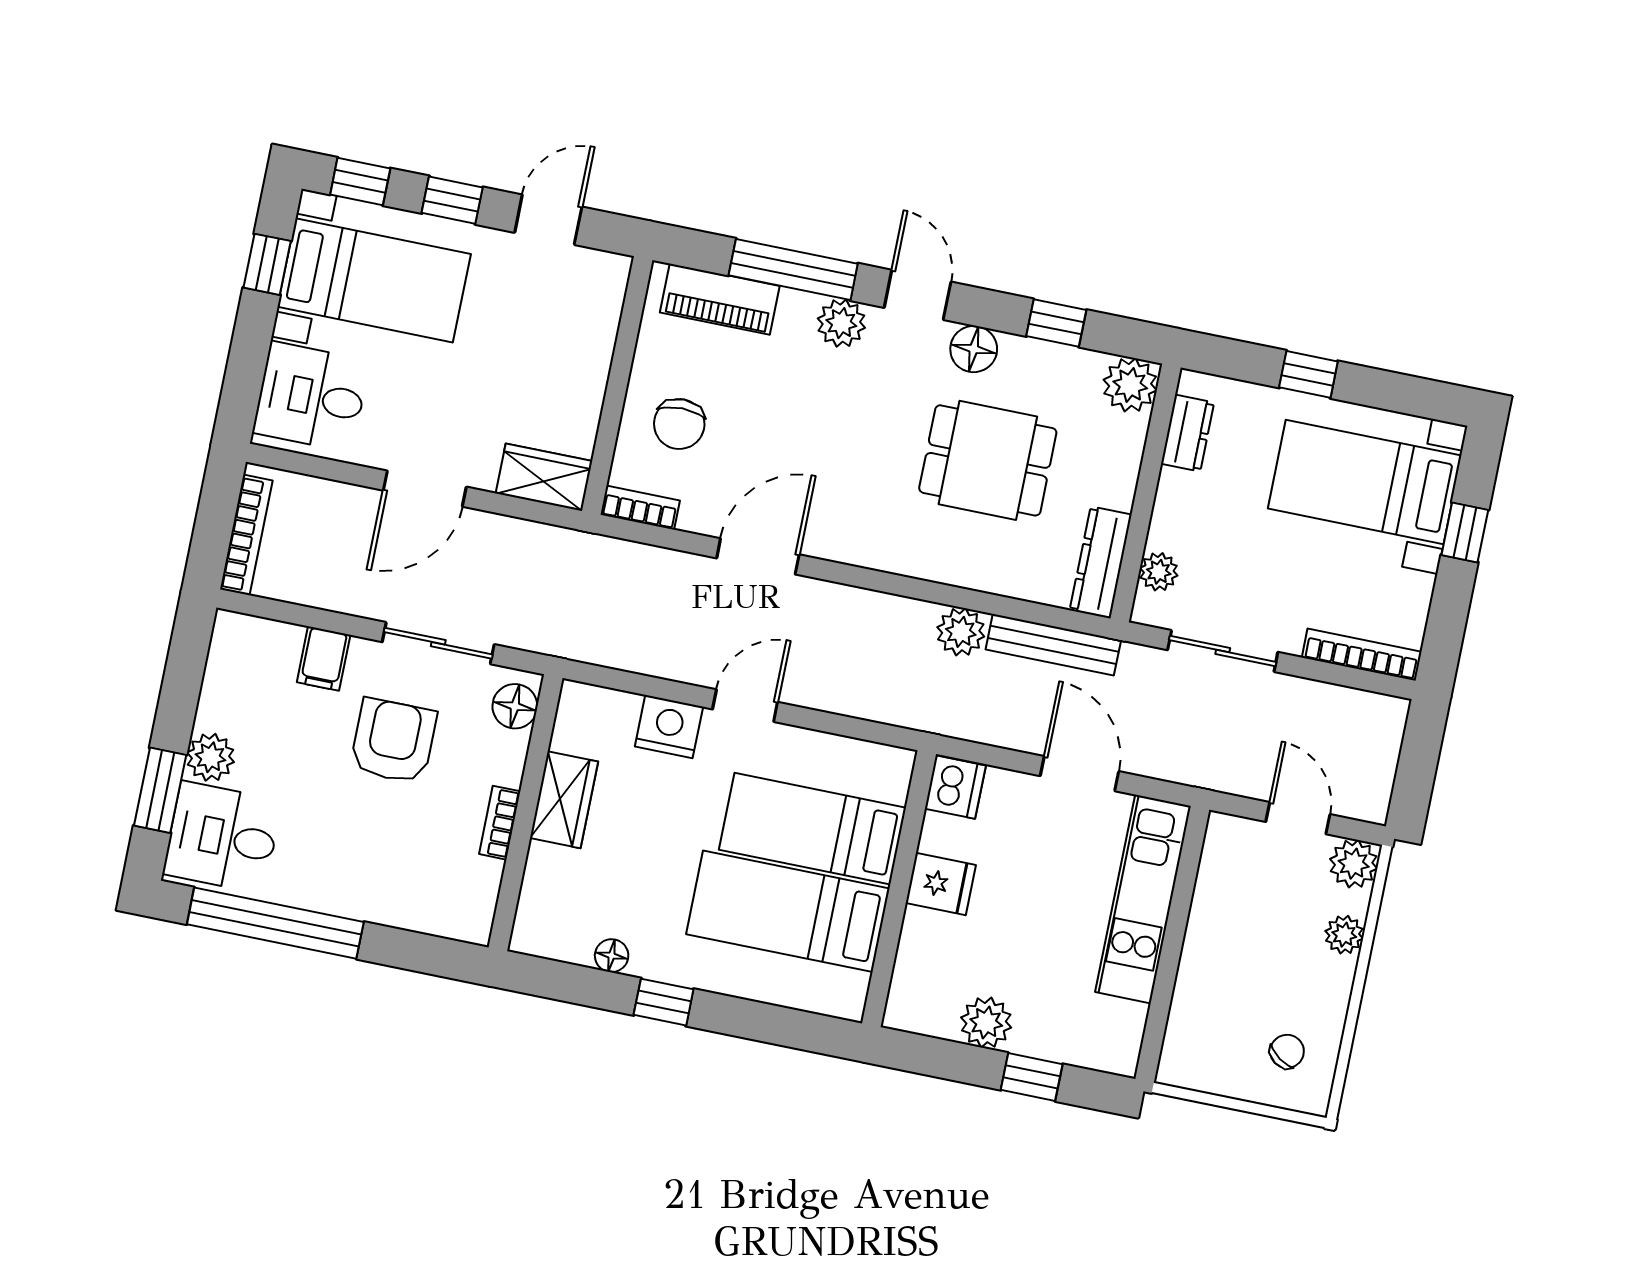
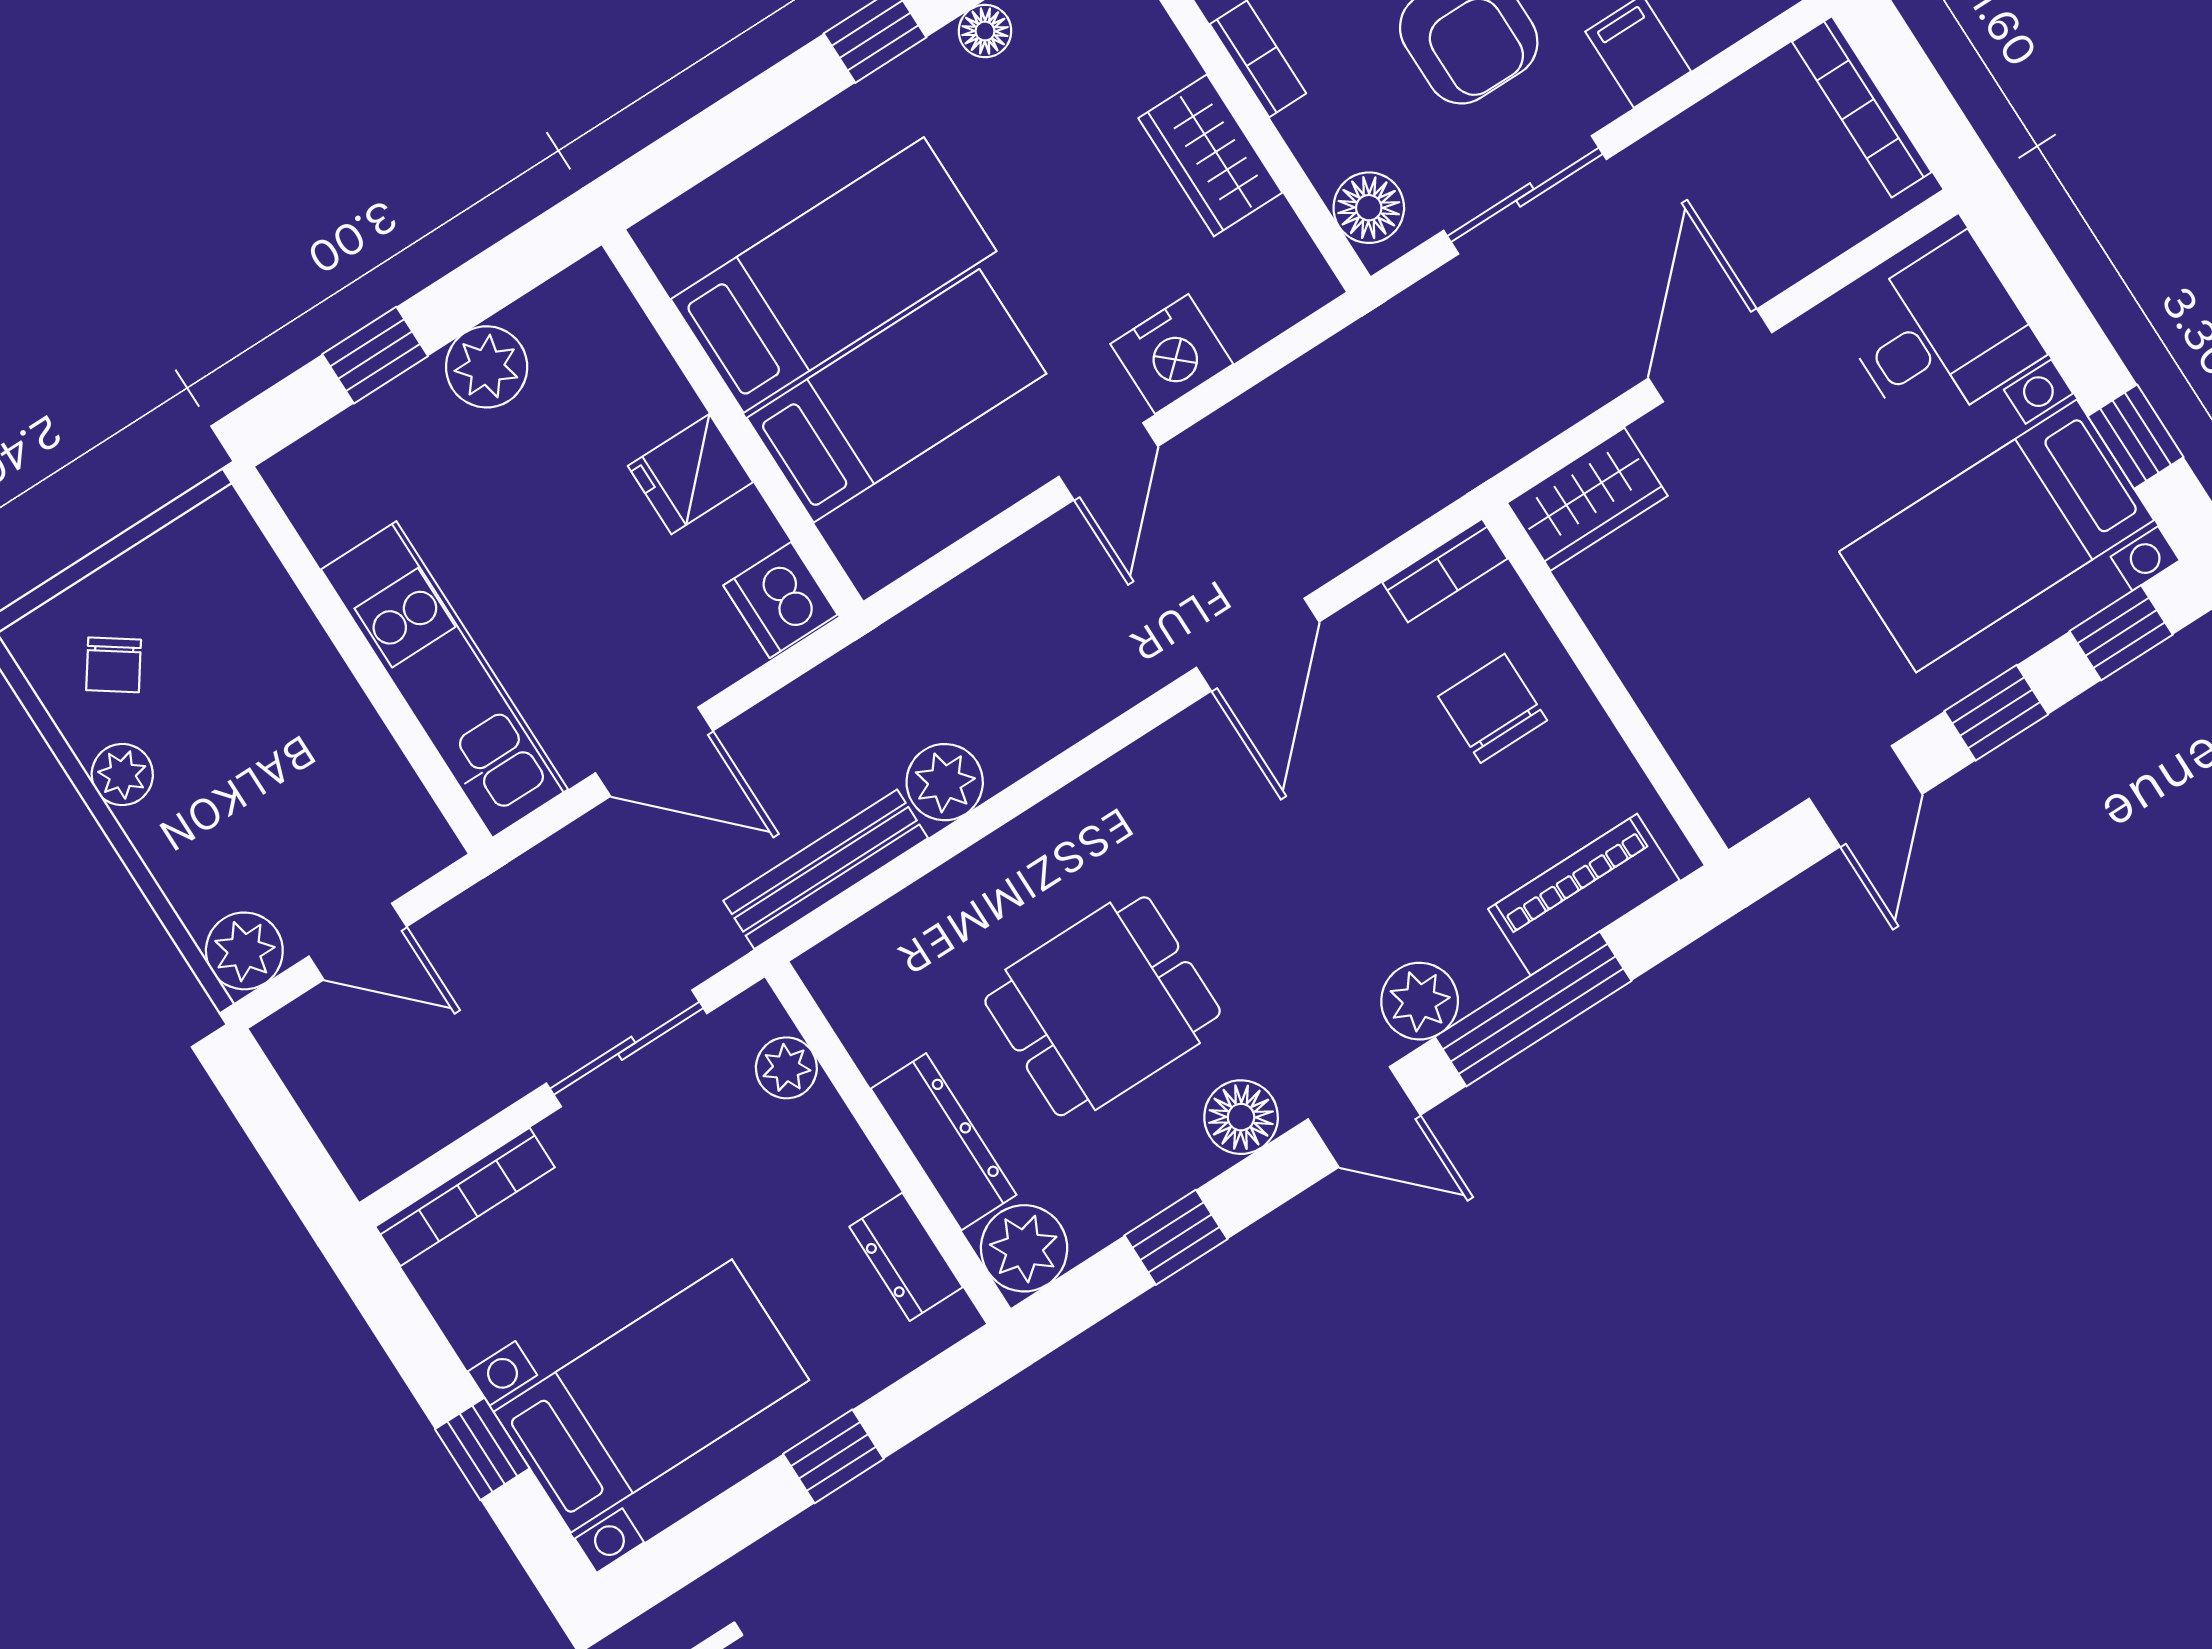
dresser: (1101, 562) -> (944, 1142), moved
plant: (1344, 935) -> (122, 775), moved

